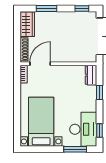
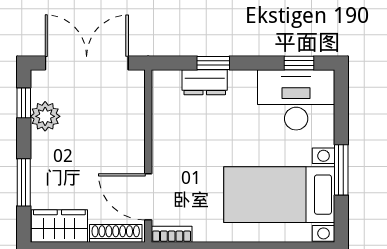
plant: (76, 18) -> (45, 116), added
dresser: (91, 75) -> (205, 82), moved
window: (75, 149) -> (341, 170), moved

